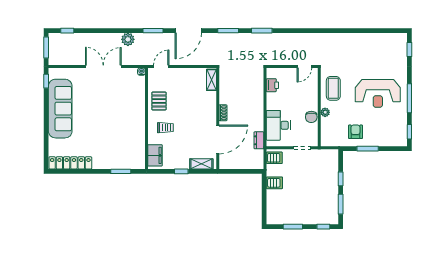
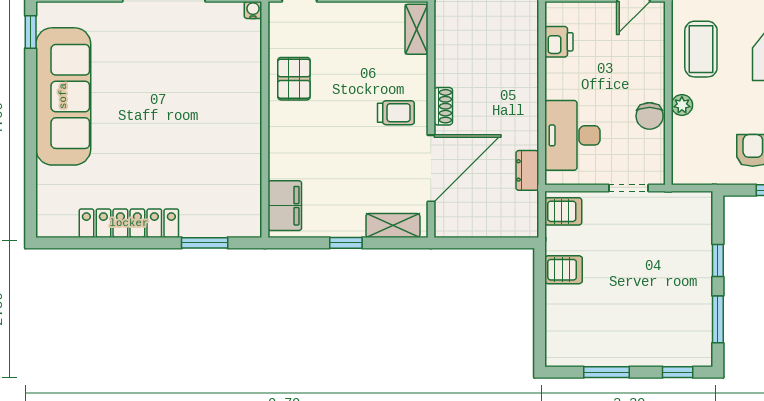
trolley: (165, 128) -> (396, 113), moved
locker: (70, 163) -> (129, 223), moved

